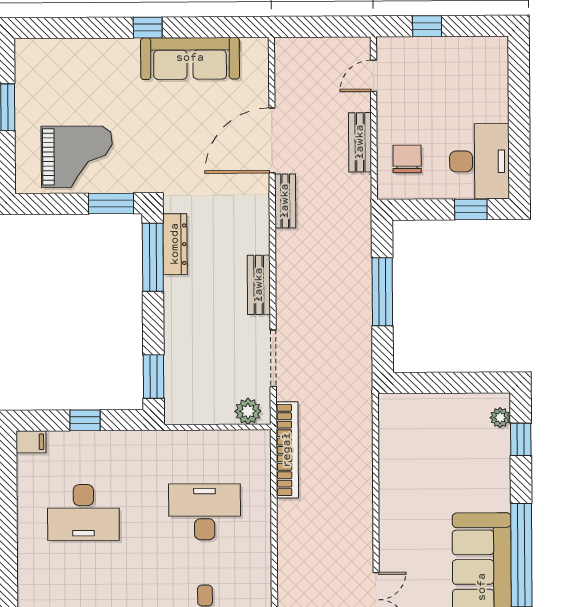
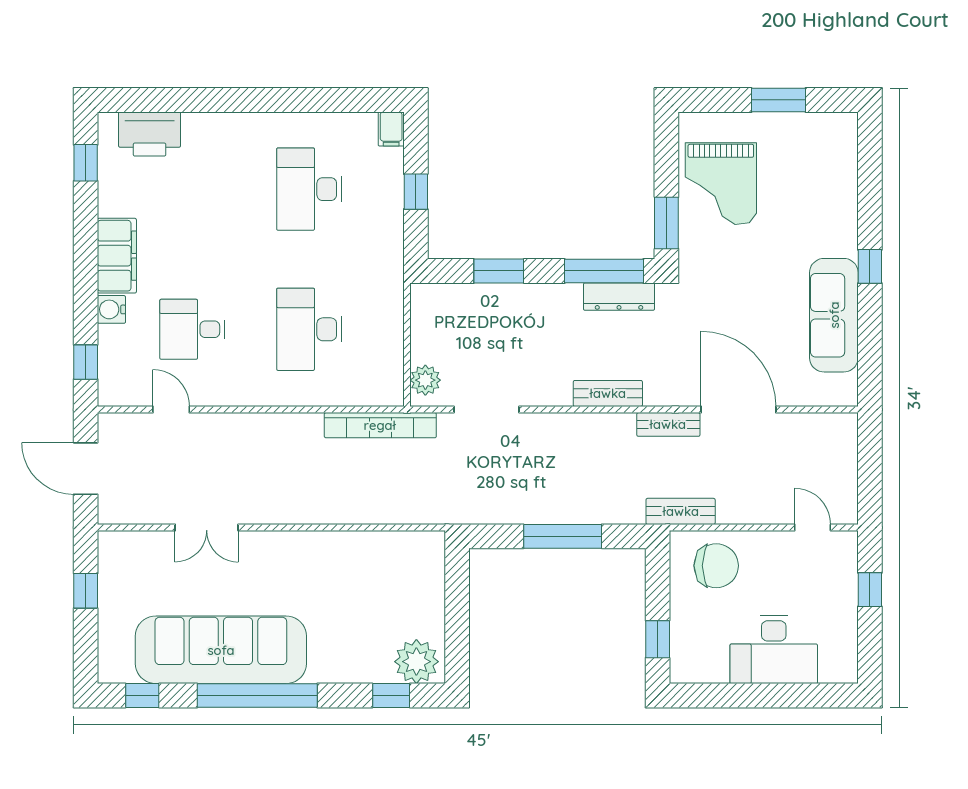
bench: (360, 142) -> (681, 511), moved
chair: (407, 159) -> (716, 566), width x1.37, depth x1.37
desk: (479, 161) -> (774, 649), moved
bench: (259, 285) -> (608, 393), moved
window: (153, 377) -> (499, 271), moved
plant: (500, 418) -> (416, 662), width x1.88, depth x1.88
desk: (205, 512) -> (309, 329), turned 180

